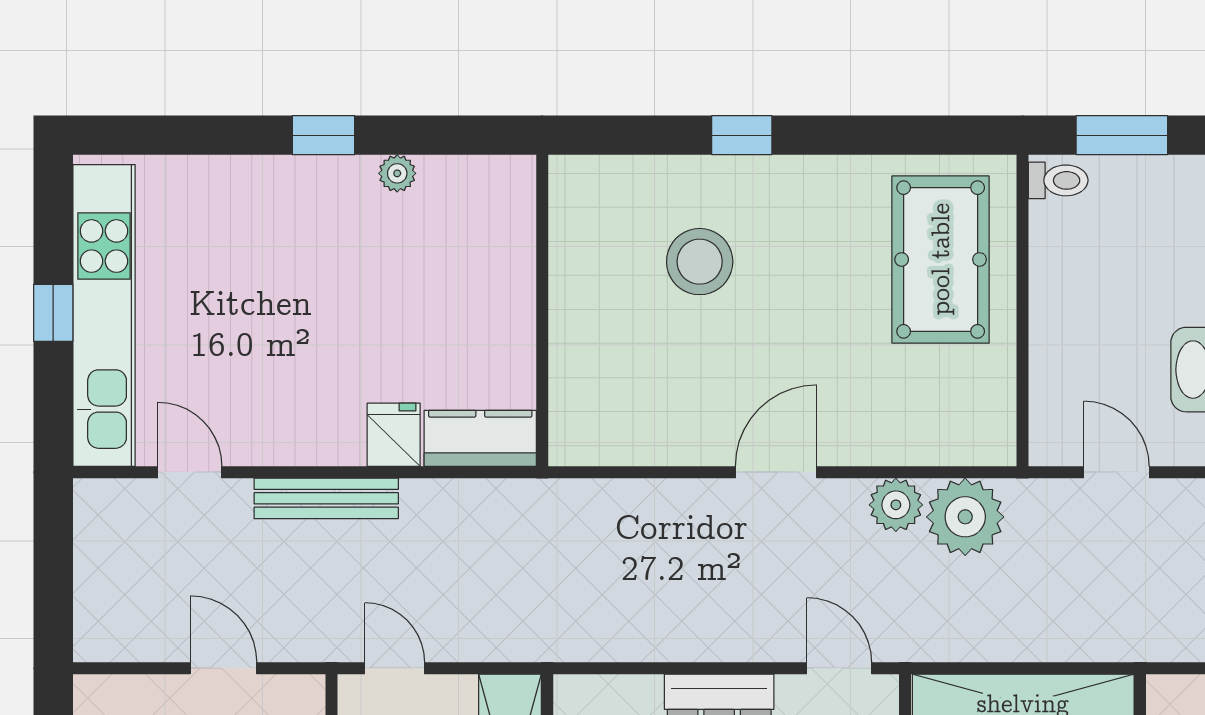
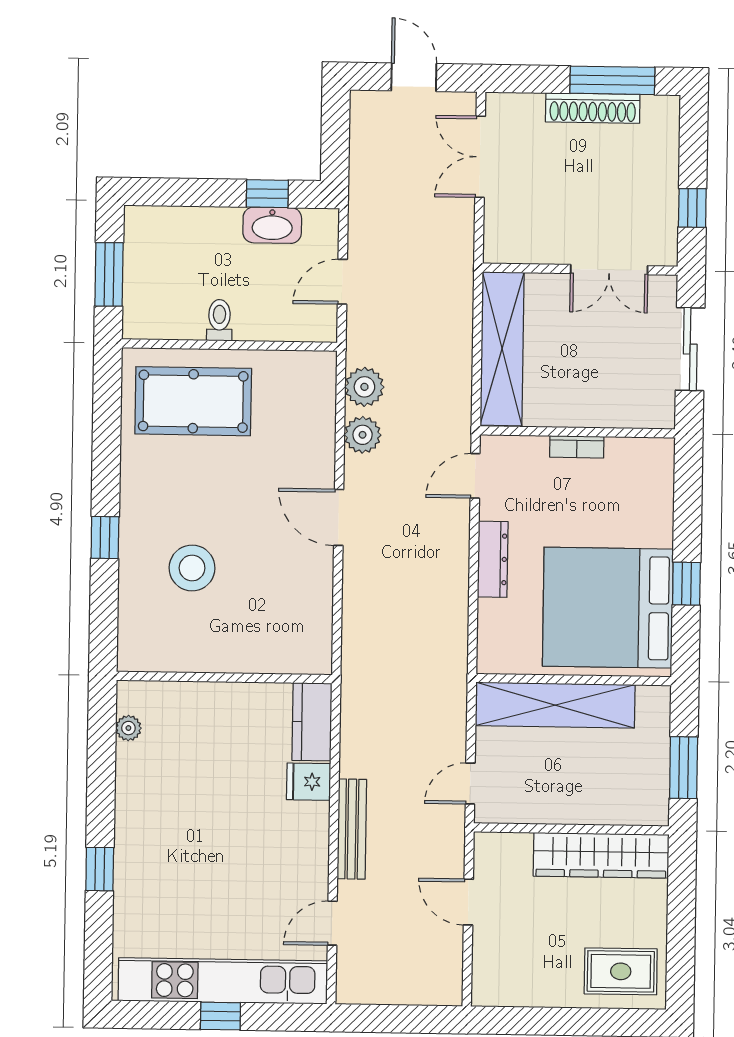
window: (324, 135) -> (100, 869), moved
plant: (397, 173) -> (128, 728), moved
toilet: (1058, 180) -> (219, 320), moved
plant: (965, 517) -> (364, 387), width x0.73, depth x0.73
door: (223, 668) -> (468, 902), hinge flipped

